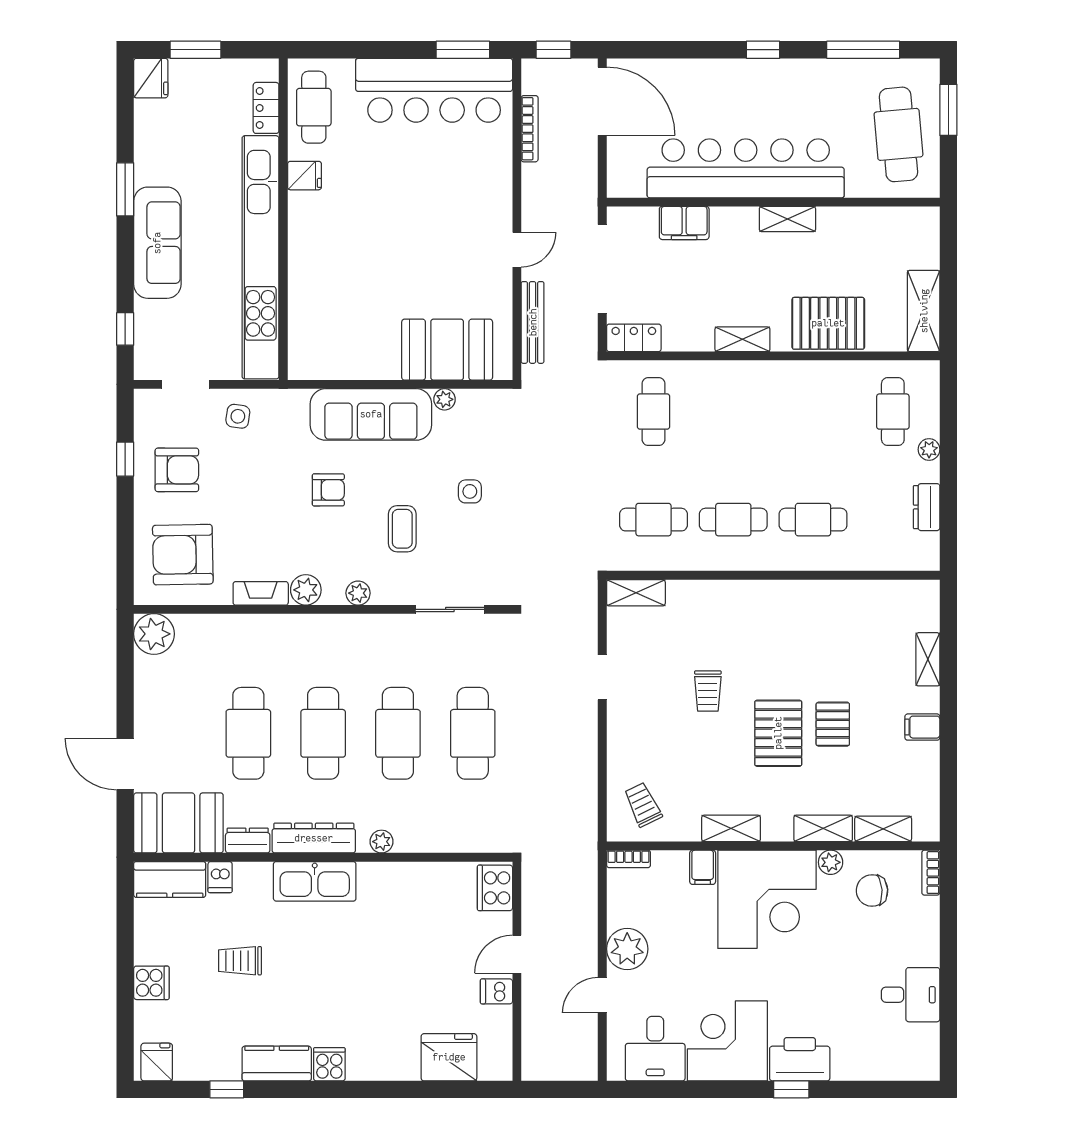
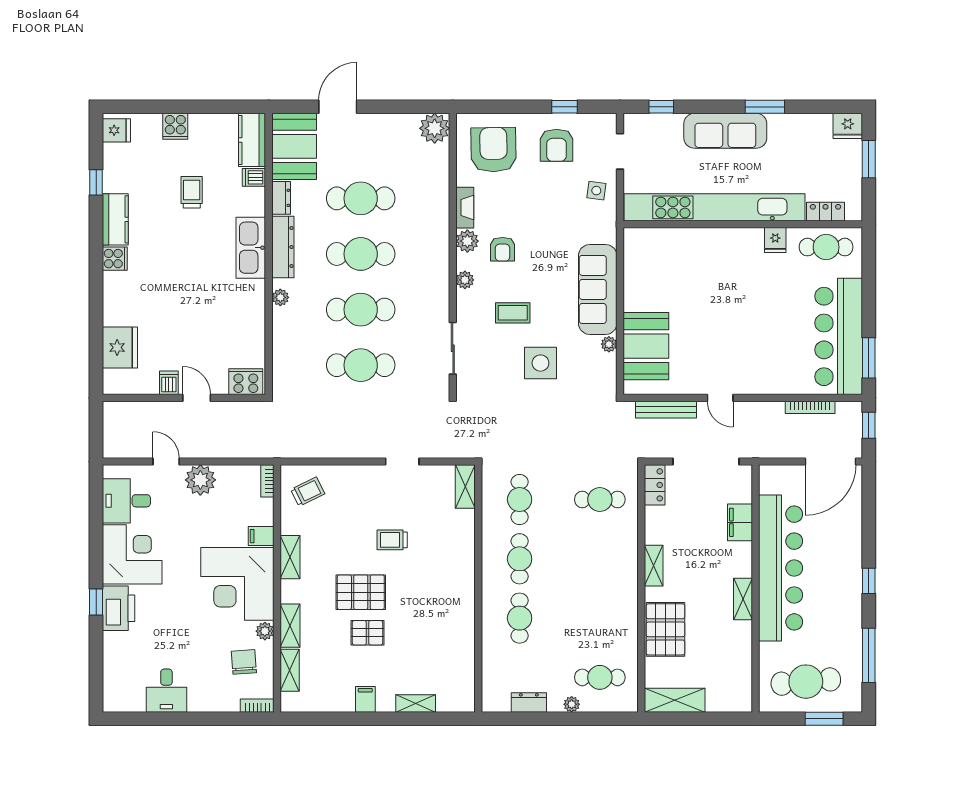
armchair: (328, 490) -> (503, 249), moved
side table: (470, 491) -> (540, 363), width x1.87, depth x1.87

